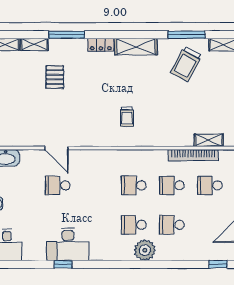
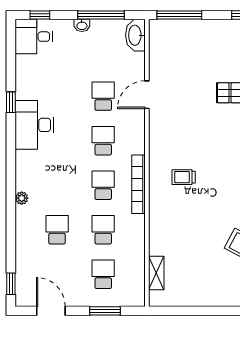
bookcase: (193, 155) -> (139, 184), moved
school desk: (134, 225) -> (103, 141), moved
desk: (68, 244) -> (34, 125), moved
plant: (145, 250) -> (22, 198), width x0.53, depth x0.53

